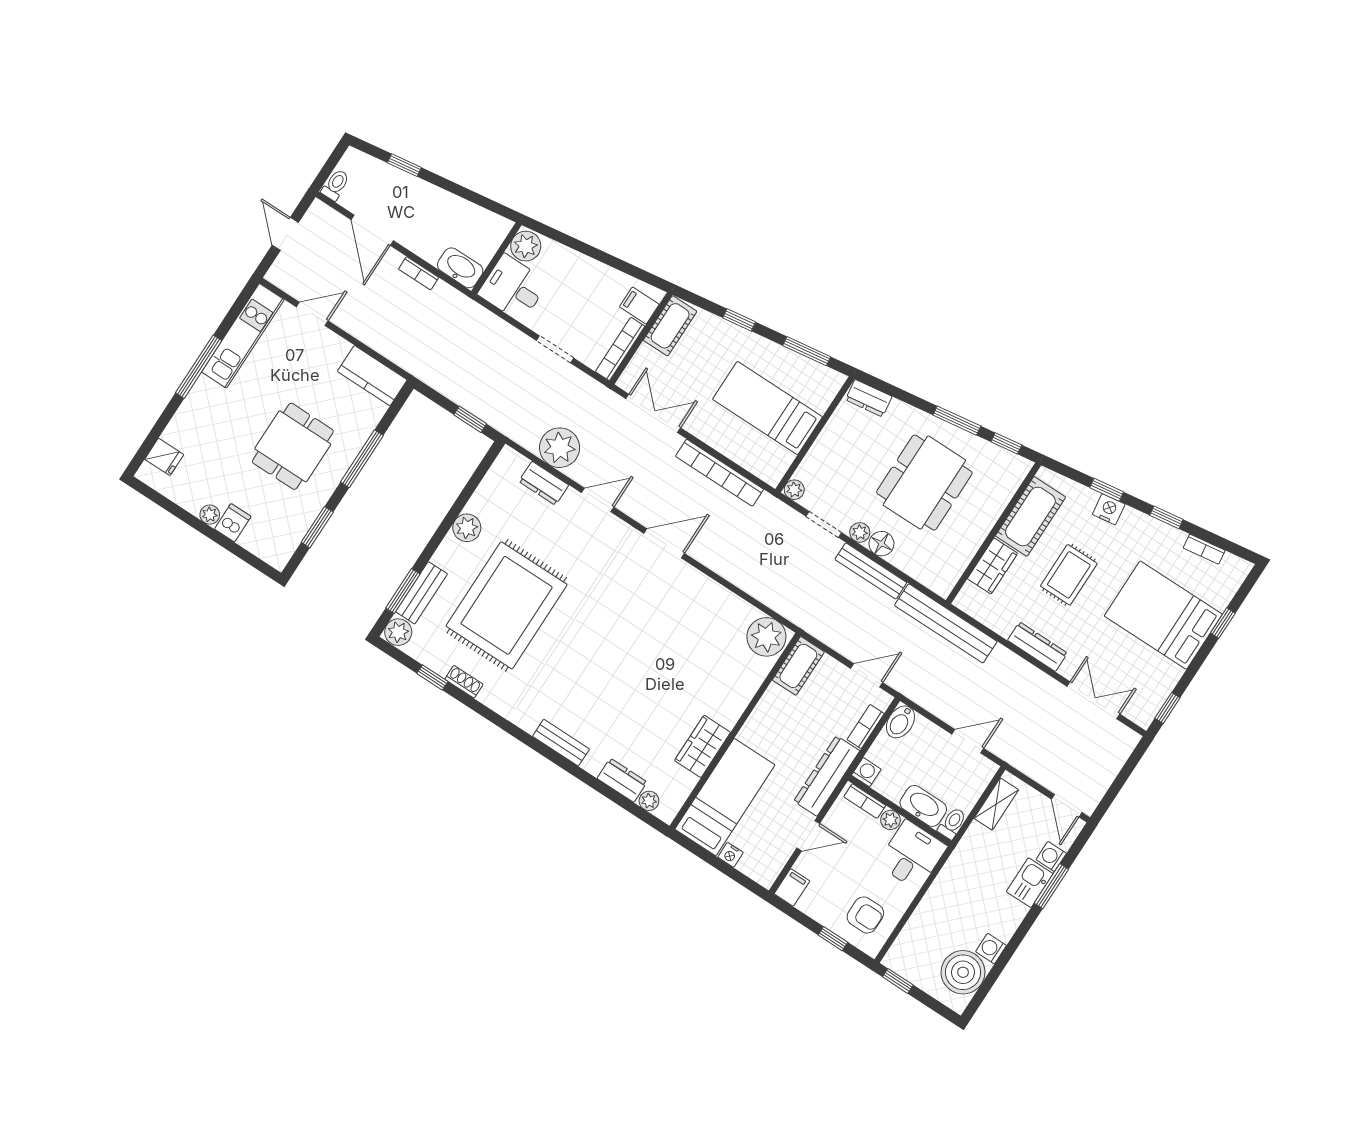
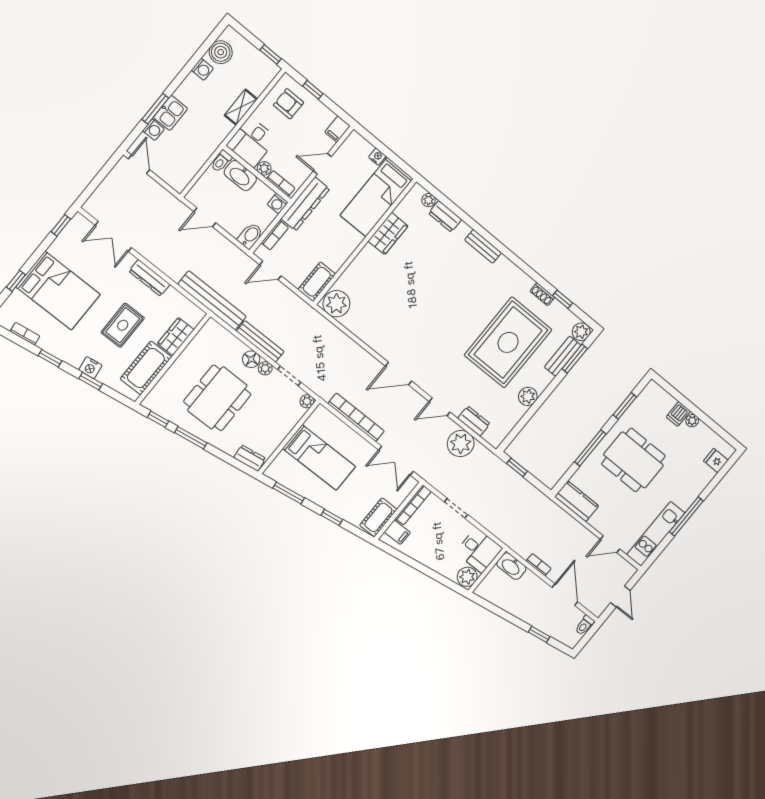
dining table: (293, 446) -> (633, 460), width x1.38
shelving: (996, 804) -> (241, 107), moved
boiler: (963, 972) -> (221, 52), width x0.73, depth x0.73

